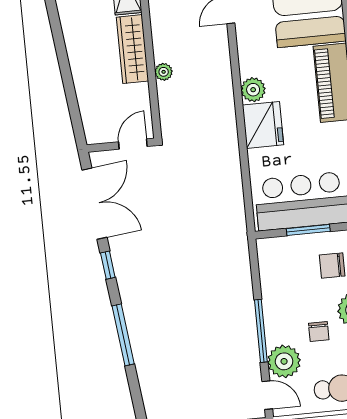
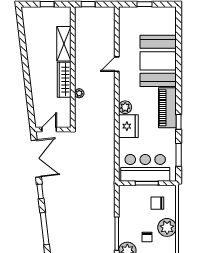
door: (133, 144) -> (49, 129), moved

